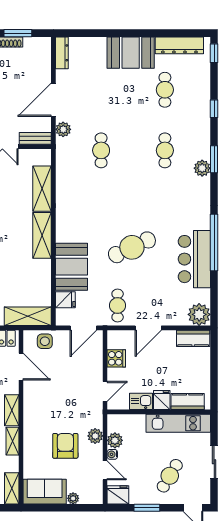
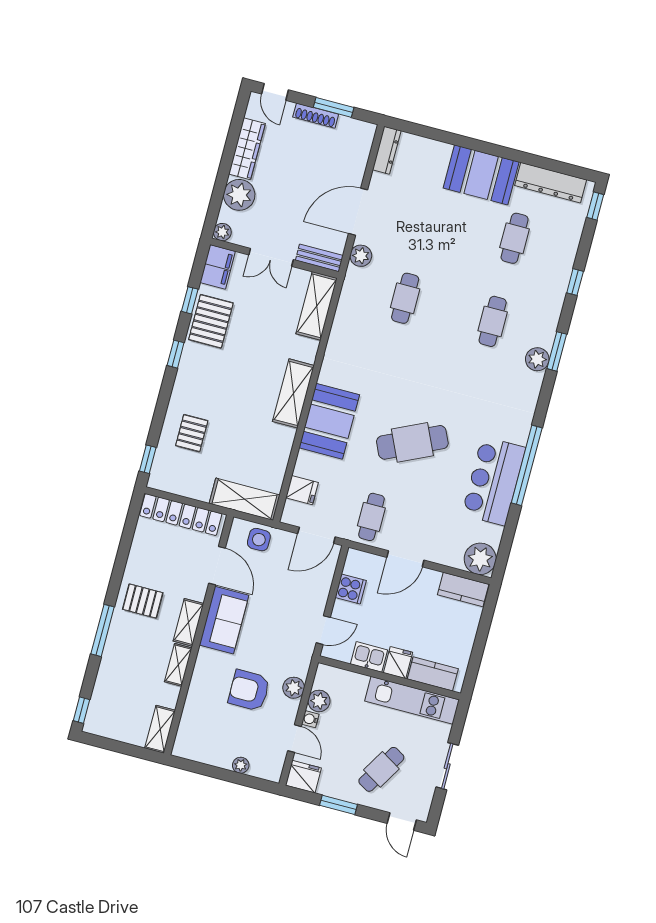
shelving: (42, 189) -> (317, 306), moved
booth: (71, 267) -> (329, 421), moved
armchair: (65, 446) -> (249, 690), turned -90
sofa: (45, 492) -> (224, 620), moved, turned 90

